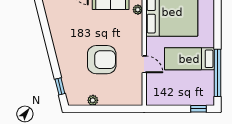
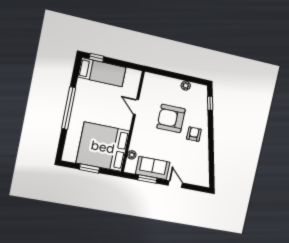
armchair: (71, 47) -> (194, 134), added
bed: (189, 59) -> (102, 72), moved
window: (217, 73) -> (69, 108), moved

